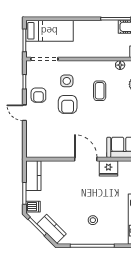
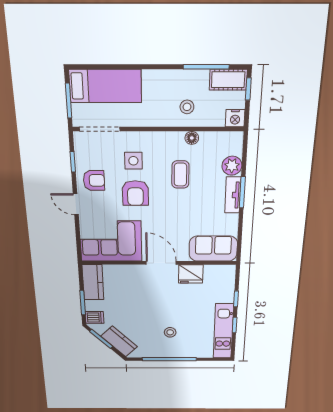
stool: (104, 44) -> (187, 107), added
floor lamp: (120, 65) -> (192, 138), moved
armchair: (38, 95) -> (94, 180), turned -90
corner sofa: (48, 141) -> (111, 241), added

